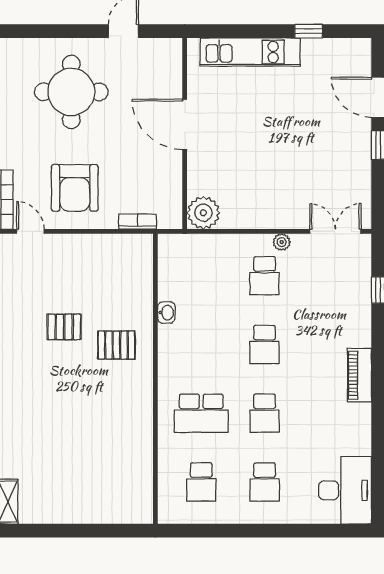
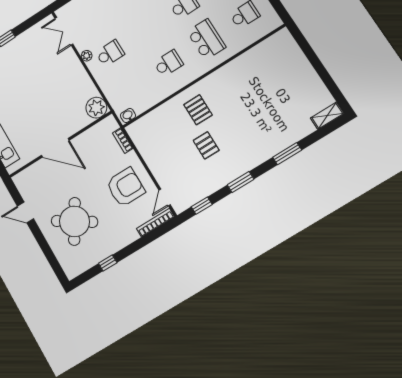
round table: (71, 92) -> (74, 221), turned 32
door: (185, 124) -> (55, 148), hinge flipped
washbasin: (166, 313) -> (128, 116), moved
school desk: (265, 344) -> (168, 63), moved

